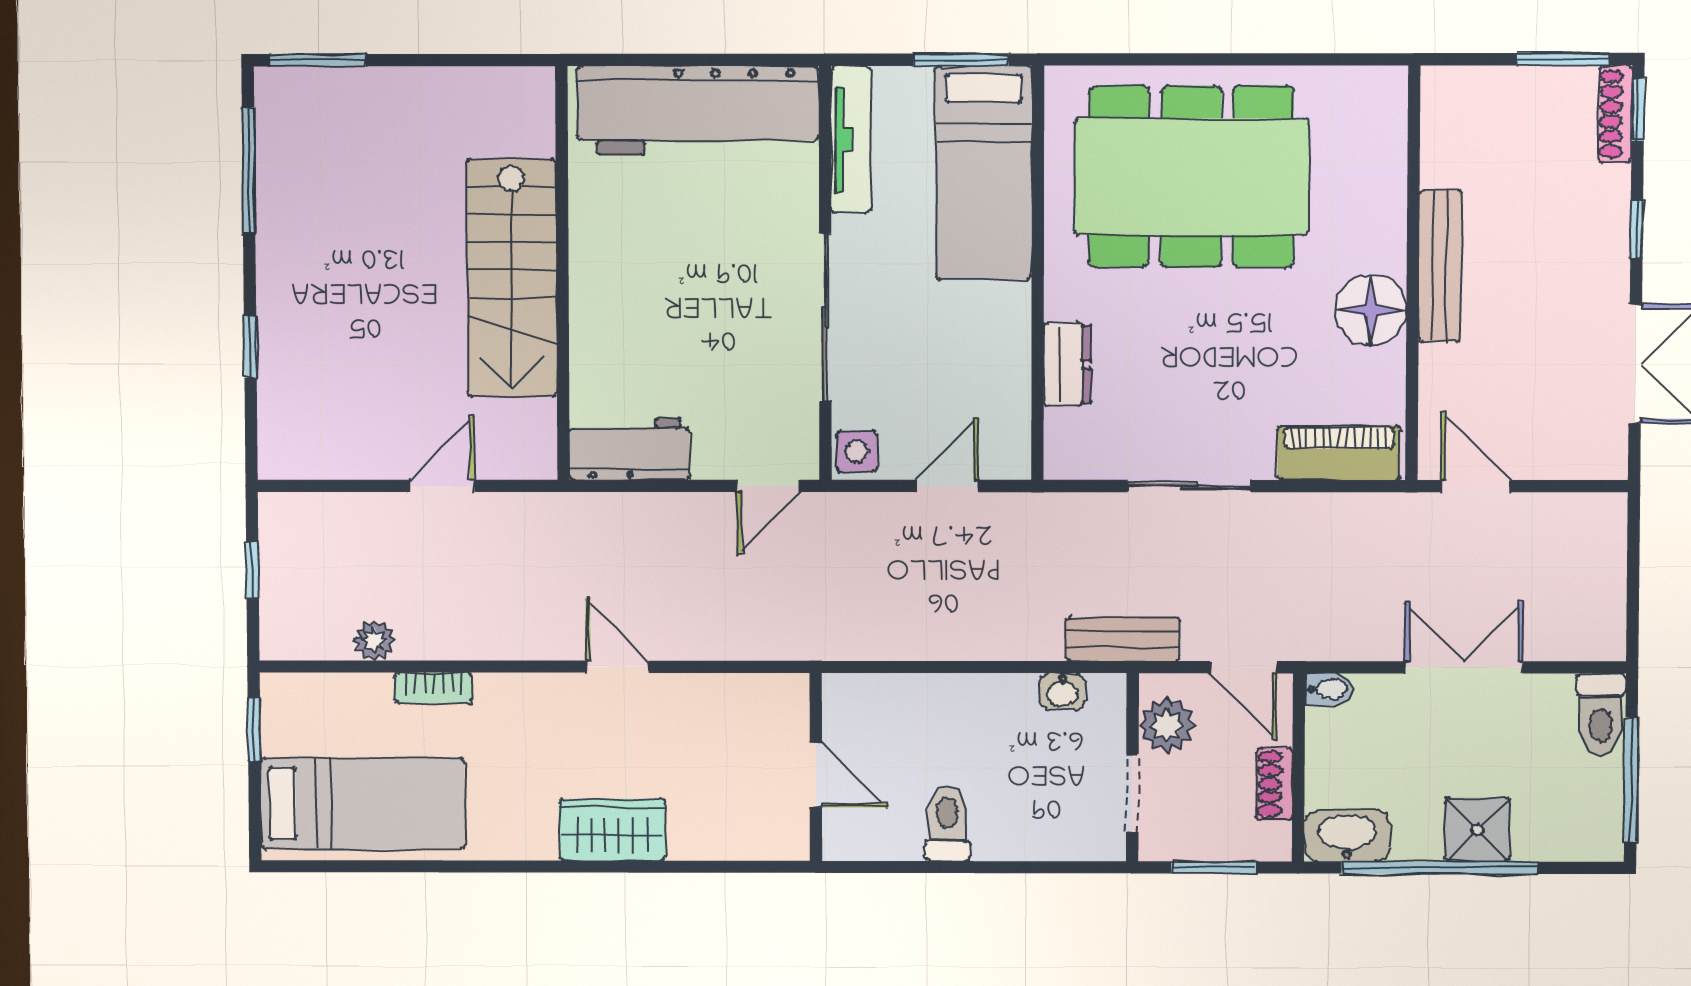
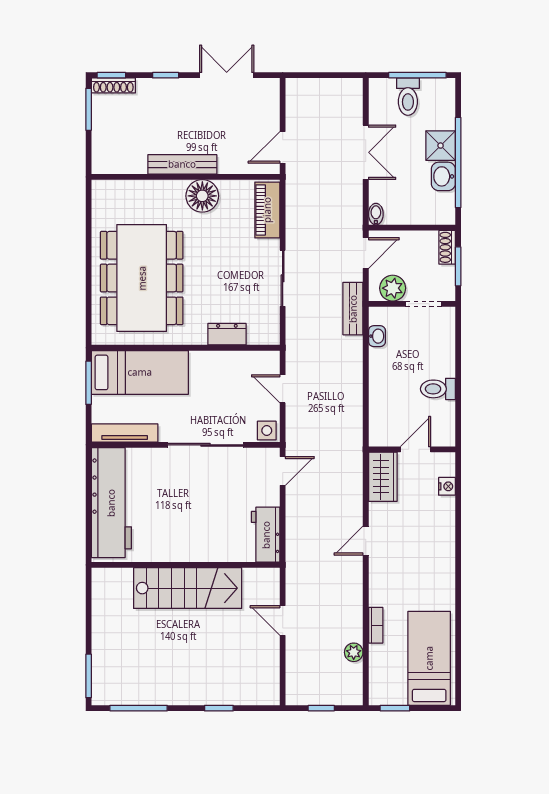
door: (768, 486) -> (283, 471), hinge flipped
double door: (1464, 667) -> (366, 152), swing flipped
toilet: (1601, 714) -> (408, 97), moved, turned 90
shoe rack: (1274, 784) -> (447, 247), moved, turned 90
wardrobe: (612, 830) -> (383, 477), moved, turned 180
washbasin: (1347, 836) -> (443, 176), moved, width x0.72
nightstand: (736, 843) -> (447, 486), added

